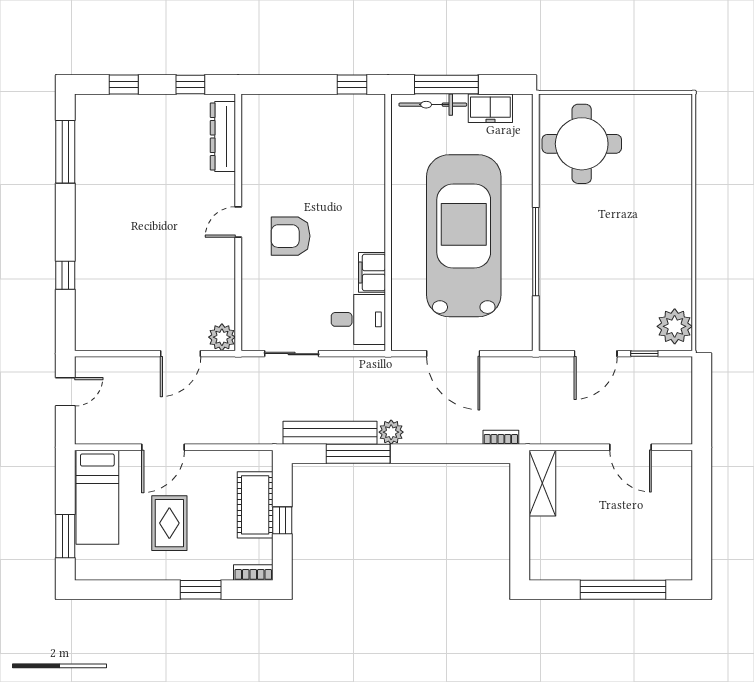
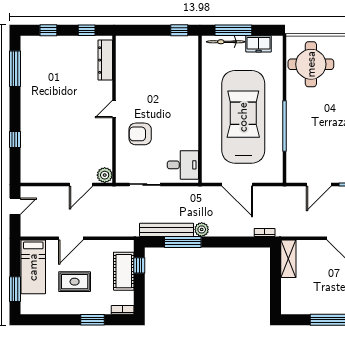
armchair: (291, 236) -> (140, 134), moved
filing cabinet: (372, 272) -> (191, 138), removed
window: (282, 520) -> (139, 265), moved
rug: (169, 523) -> (75, 282), turned 90

